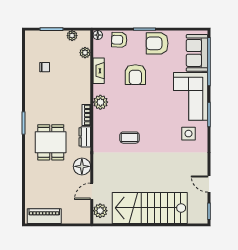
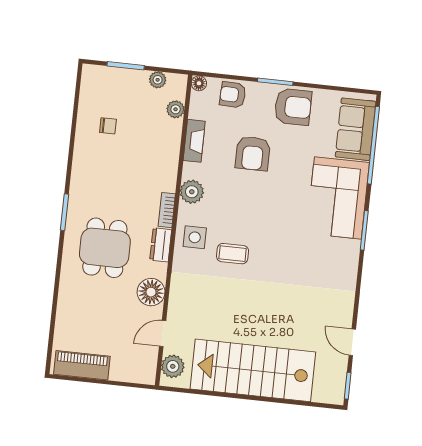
armchair: (157, 43) -> (293, 107), turned 180
side table: (188, 134) -> (195, 237), moved

